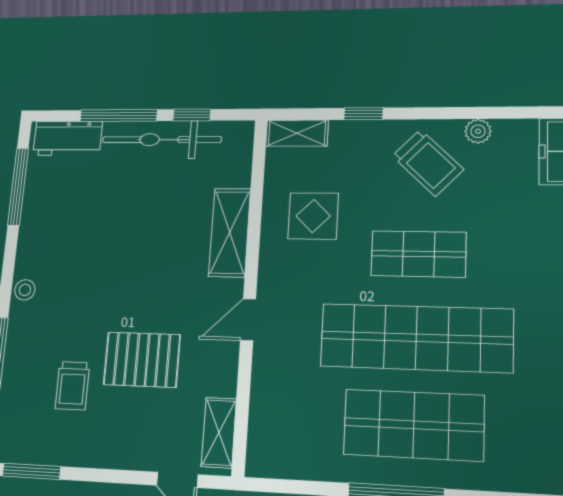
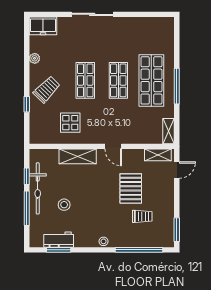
shelving: (297, 133) -> (169, 131), moved
workbench: (68, 138) -> (59, 240), moved, turned -90
trolley: (428, 163) -> (47, 89), moved
window: (18, 186) -> (59, 250), width x0.69
stool: (118, 200) -> (64, 205), added
shop shelf: (416, 338) -> (118, 80), width x0.50, depth x0.74

